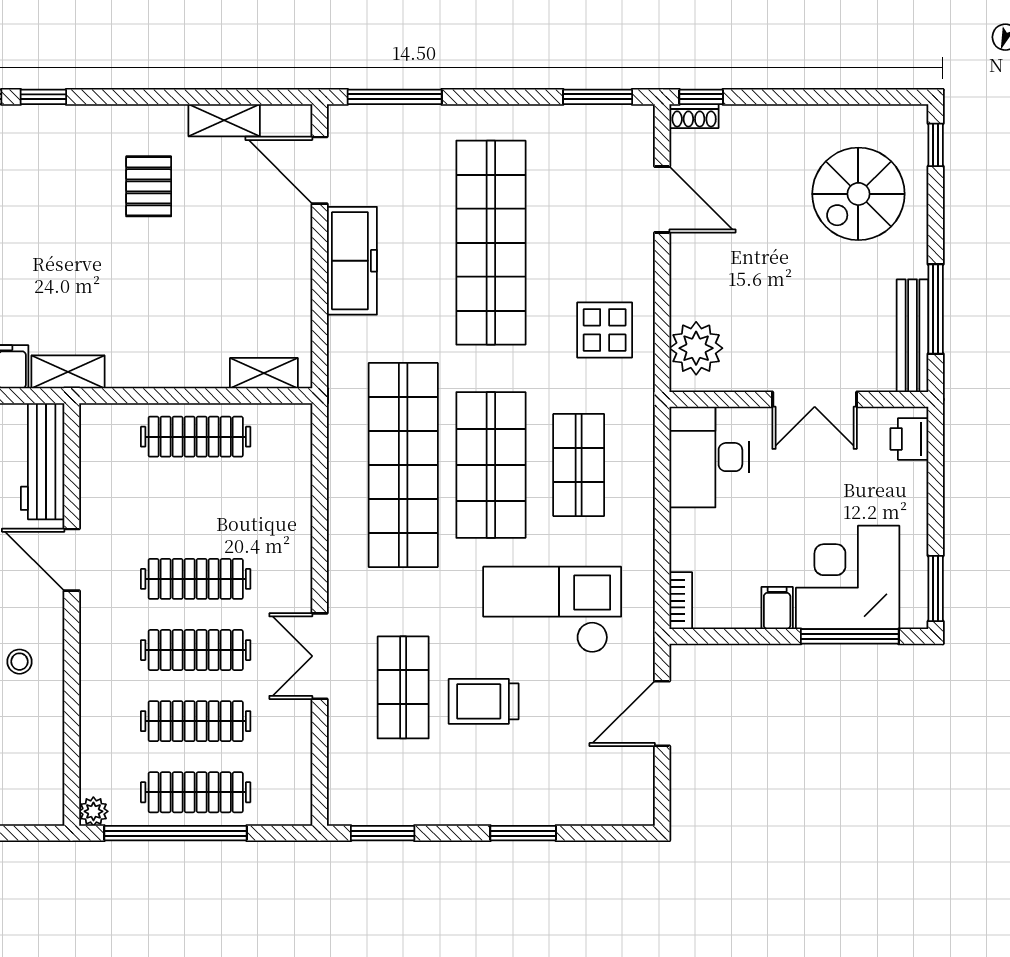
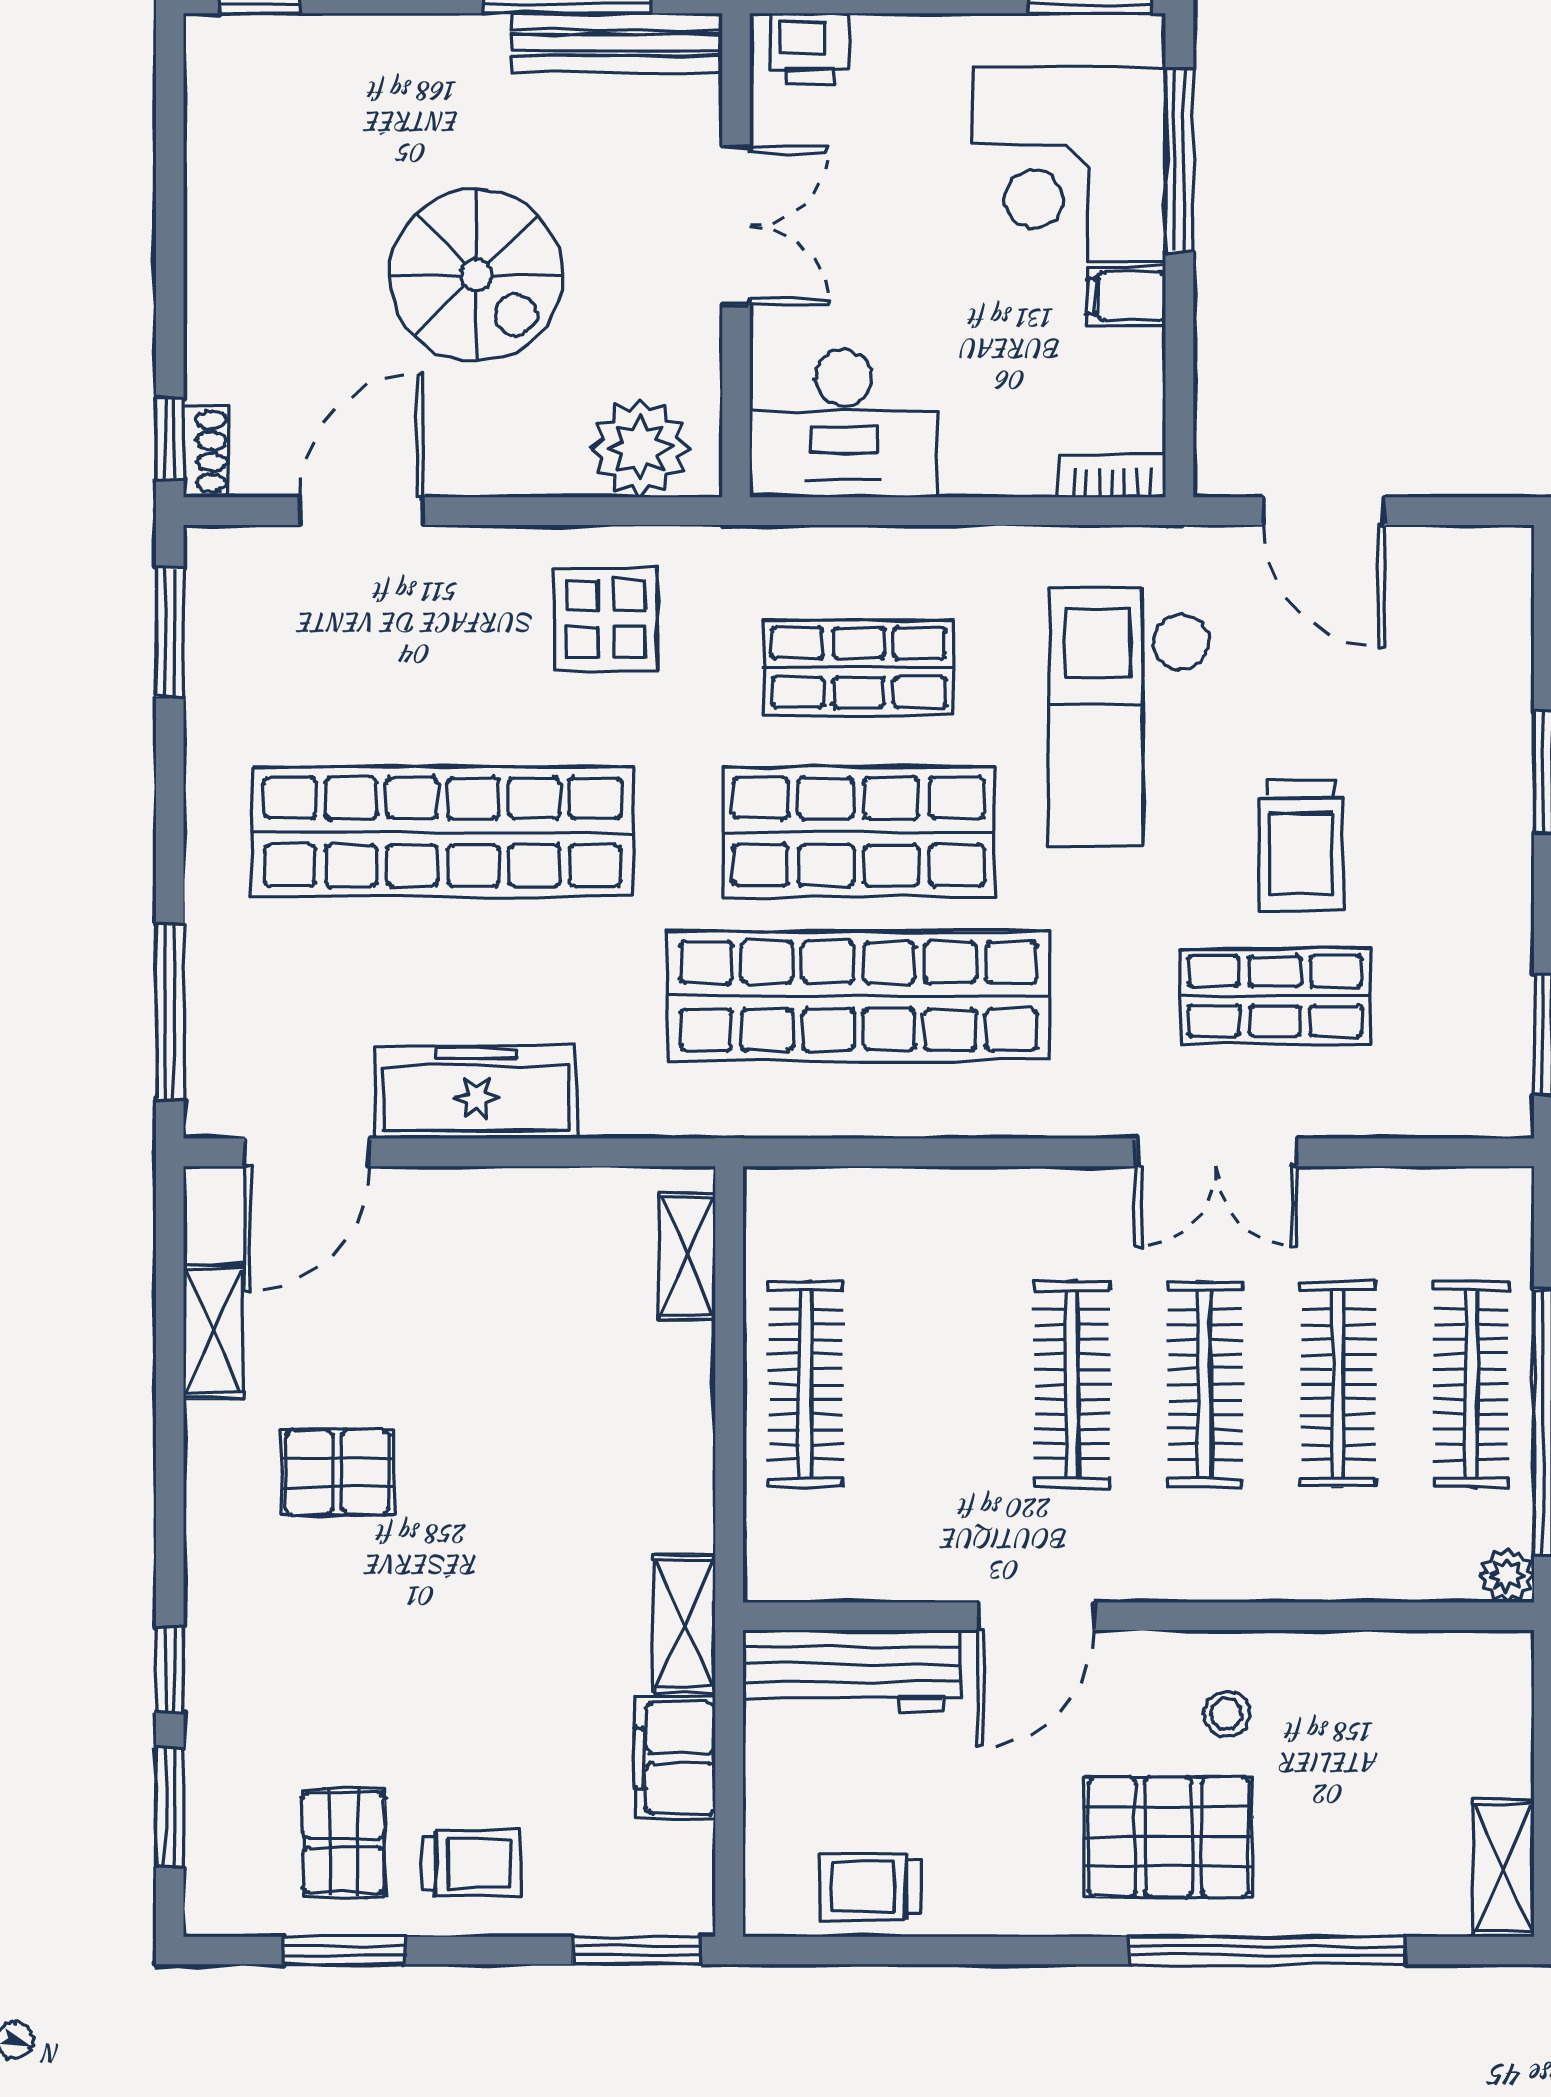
spiral stairs: (858, 194) -> (476, 275), moved

